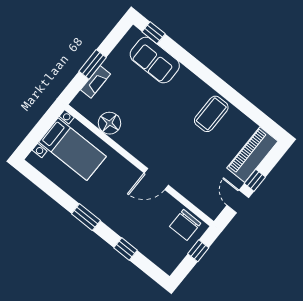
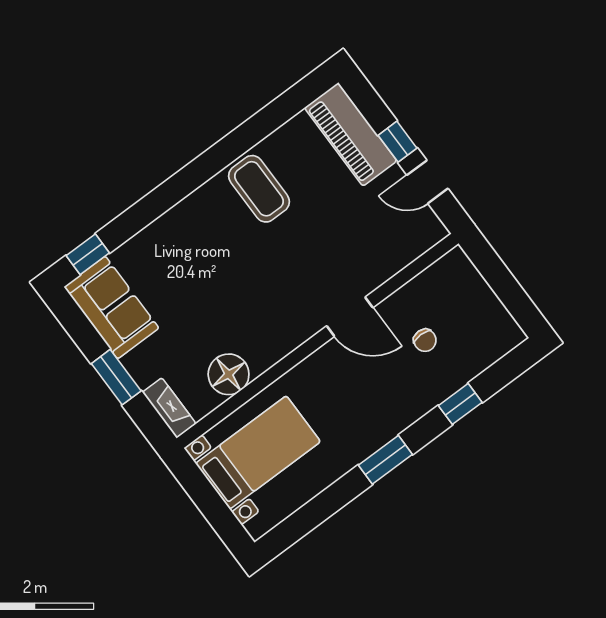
sofa: (155, 60) -> (111, 307), moved, turned -90
fireplace: (95, 82) -> (169, 408), moved
door: (156, 179) -> (350, 317), hinge flipped
chair: (185, 225) -> (425, 340), moved, width x0.54, depth x0.54
window: (198, 251) -> (497, 275), removed

